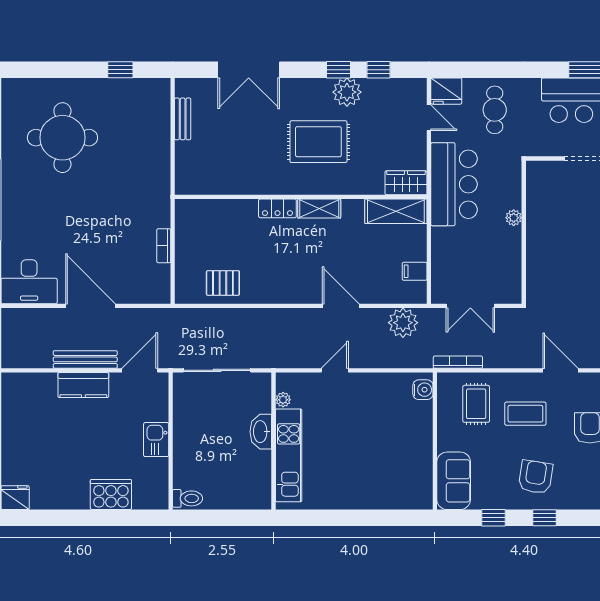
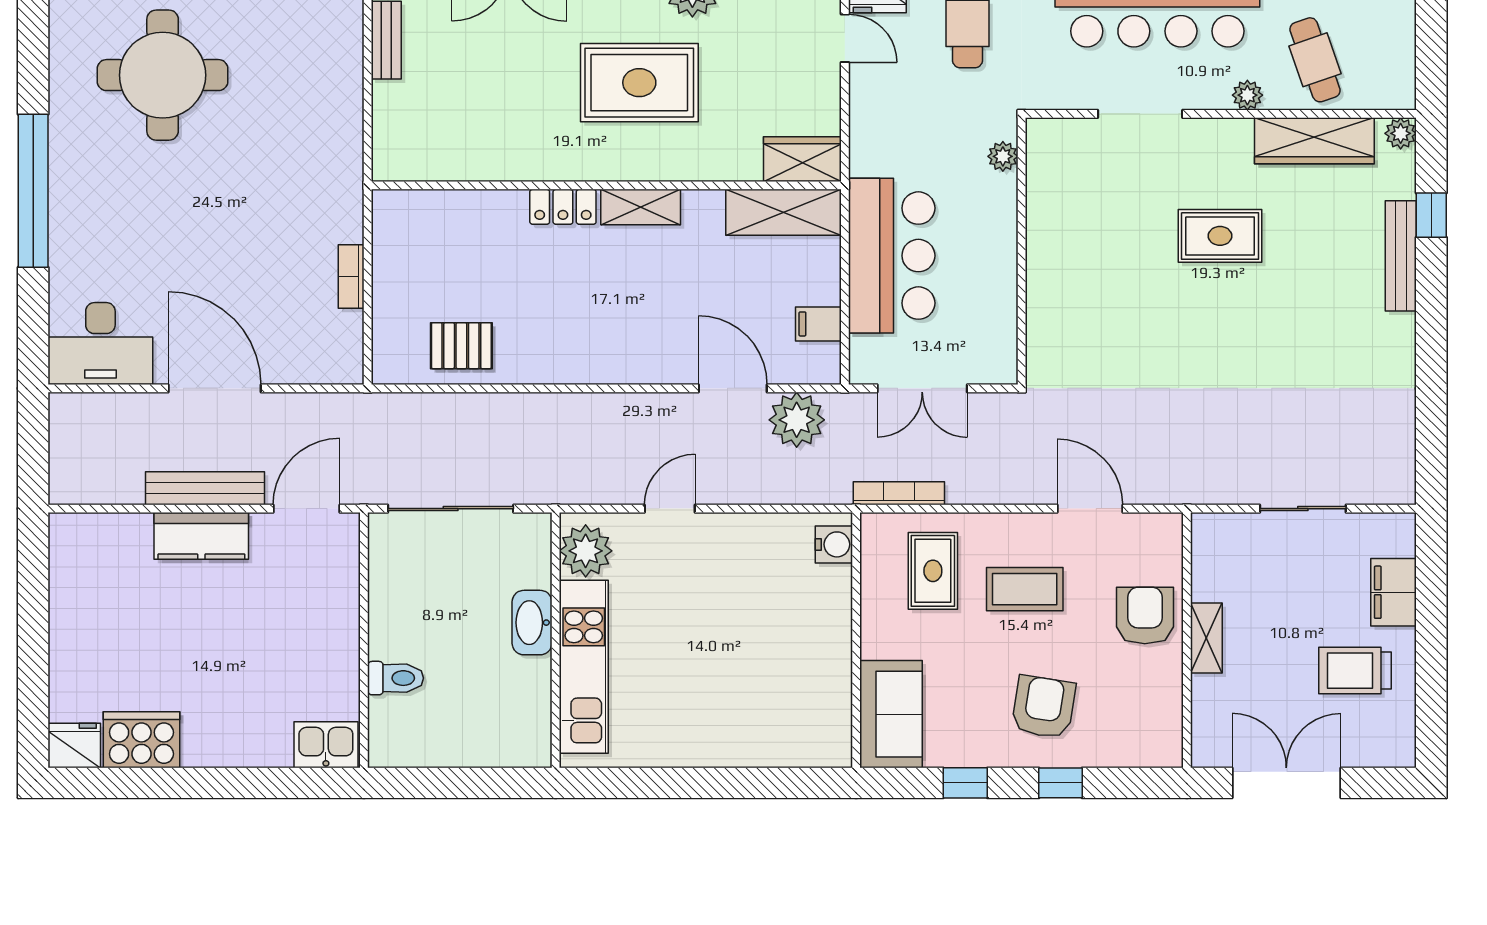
bar counter: (454, 184) -> (892, 256), moved
plant: (514, 218) -> (1003, 156), moved
door: (341, 306) -> (733, 388), moved
plant: (283, 400) -> (586, 551), width x1.87, depth x1.87
kitchen sink: (156, 440) -> (326, 745), moved, turned 90
cooker: (111, 495) -> (141, 740), moved
toilet: (188, 498) -> (395, 678), moved

